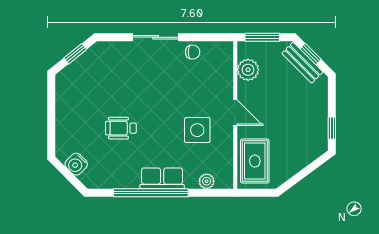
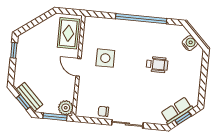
plant: (248, 70) -> (66, 108), moved
row of seats: (162, 178) -> (177, 111), moved, turned 141
plant: (207, 181) -> (102, 23), removed

